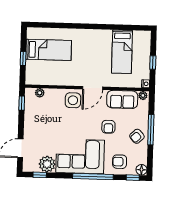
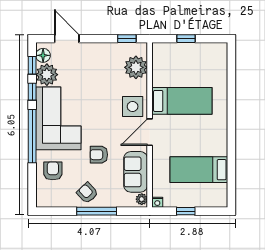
bed: (49, 50) -> (182, 101), moved, turned -90
door: (93, 88) -> (150, 132), hinge flipped
plant: (40, 93) -> (136, 67), width x1.87, depth x1.87
floor lamp: (141, 170) -> (43, 55), moved
window: (133, 178) -> (32, 92), moved

